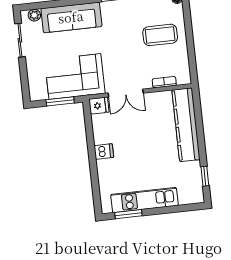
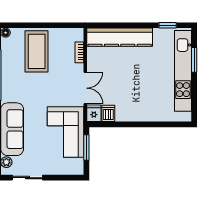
coffee table: (160, 35) -> (37, 51), width x1.36, depth x1.32
dishwasher: (104, 151) -> (108, 113), moved
kitchen unit: (144, 200) -> (183, 71), width x1.36
window: (128, 214) -> (194, 60), moved

